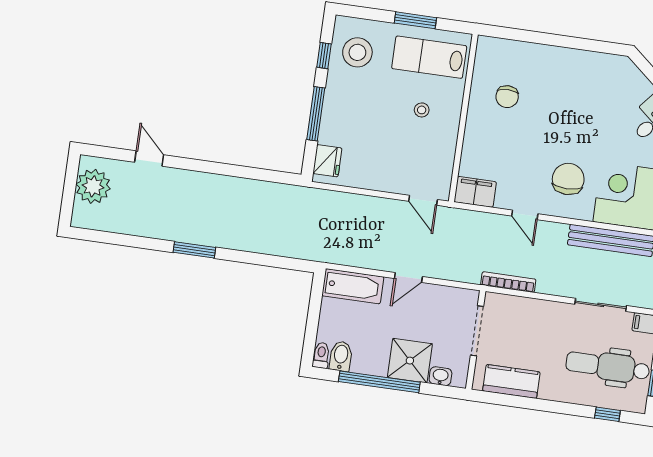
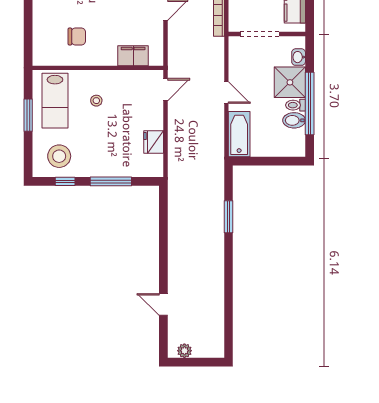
door: (149, 158) -> (163, 304), hinge flipped
fridge: (327, 161) -> (154, 142), moved, turned -90
plant: (93, 186) -> (184, 351), width x0.53, depth x0.53
filing cabinet: (475, 192) -> (133, 56), moved, turned 90
window: (194, 250) -> (229, 217), moved
toilet: (321, 355) -> (296, 105), moved
bidet: (341, 356) -> (294, 120), moved

